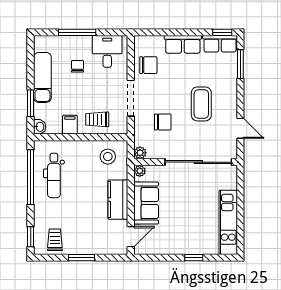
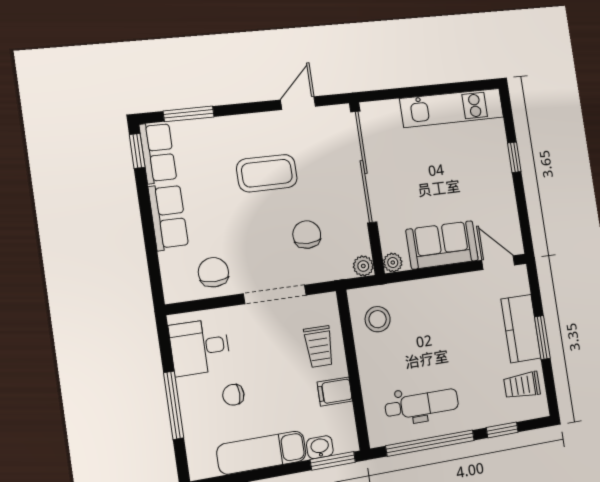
window: (31, 103) -> (333, 461), moved
washbasin: (40, 127) -> (320, 447), moved
kitchen counter: (118, 200) -> (521, 329), moved, turned 90
window: (31, 237) -> (502, 430), moved

